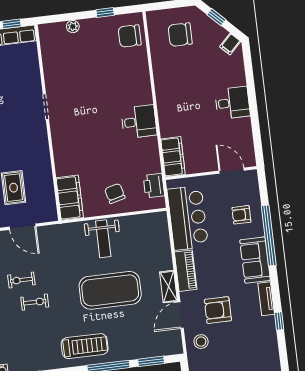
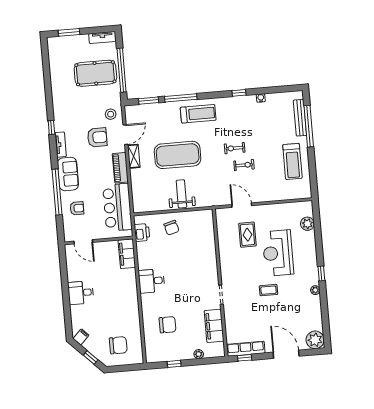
chair: (130, 36) -> (168, 325), moved
filing cabinet: (70, 198) -> (214, 326), moved
treadmill: (85, 346) -> (198, 114), turned 180

